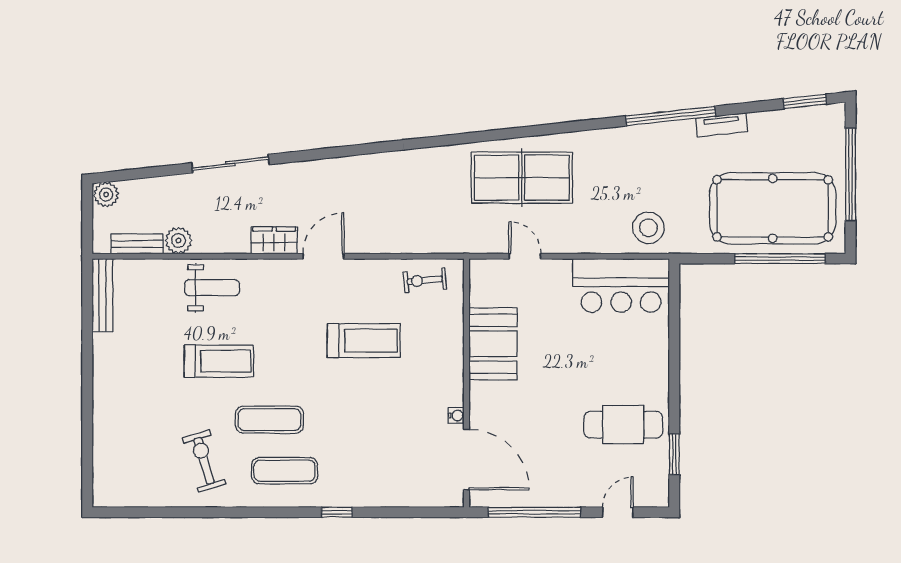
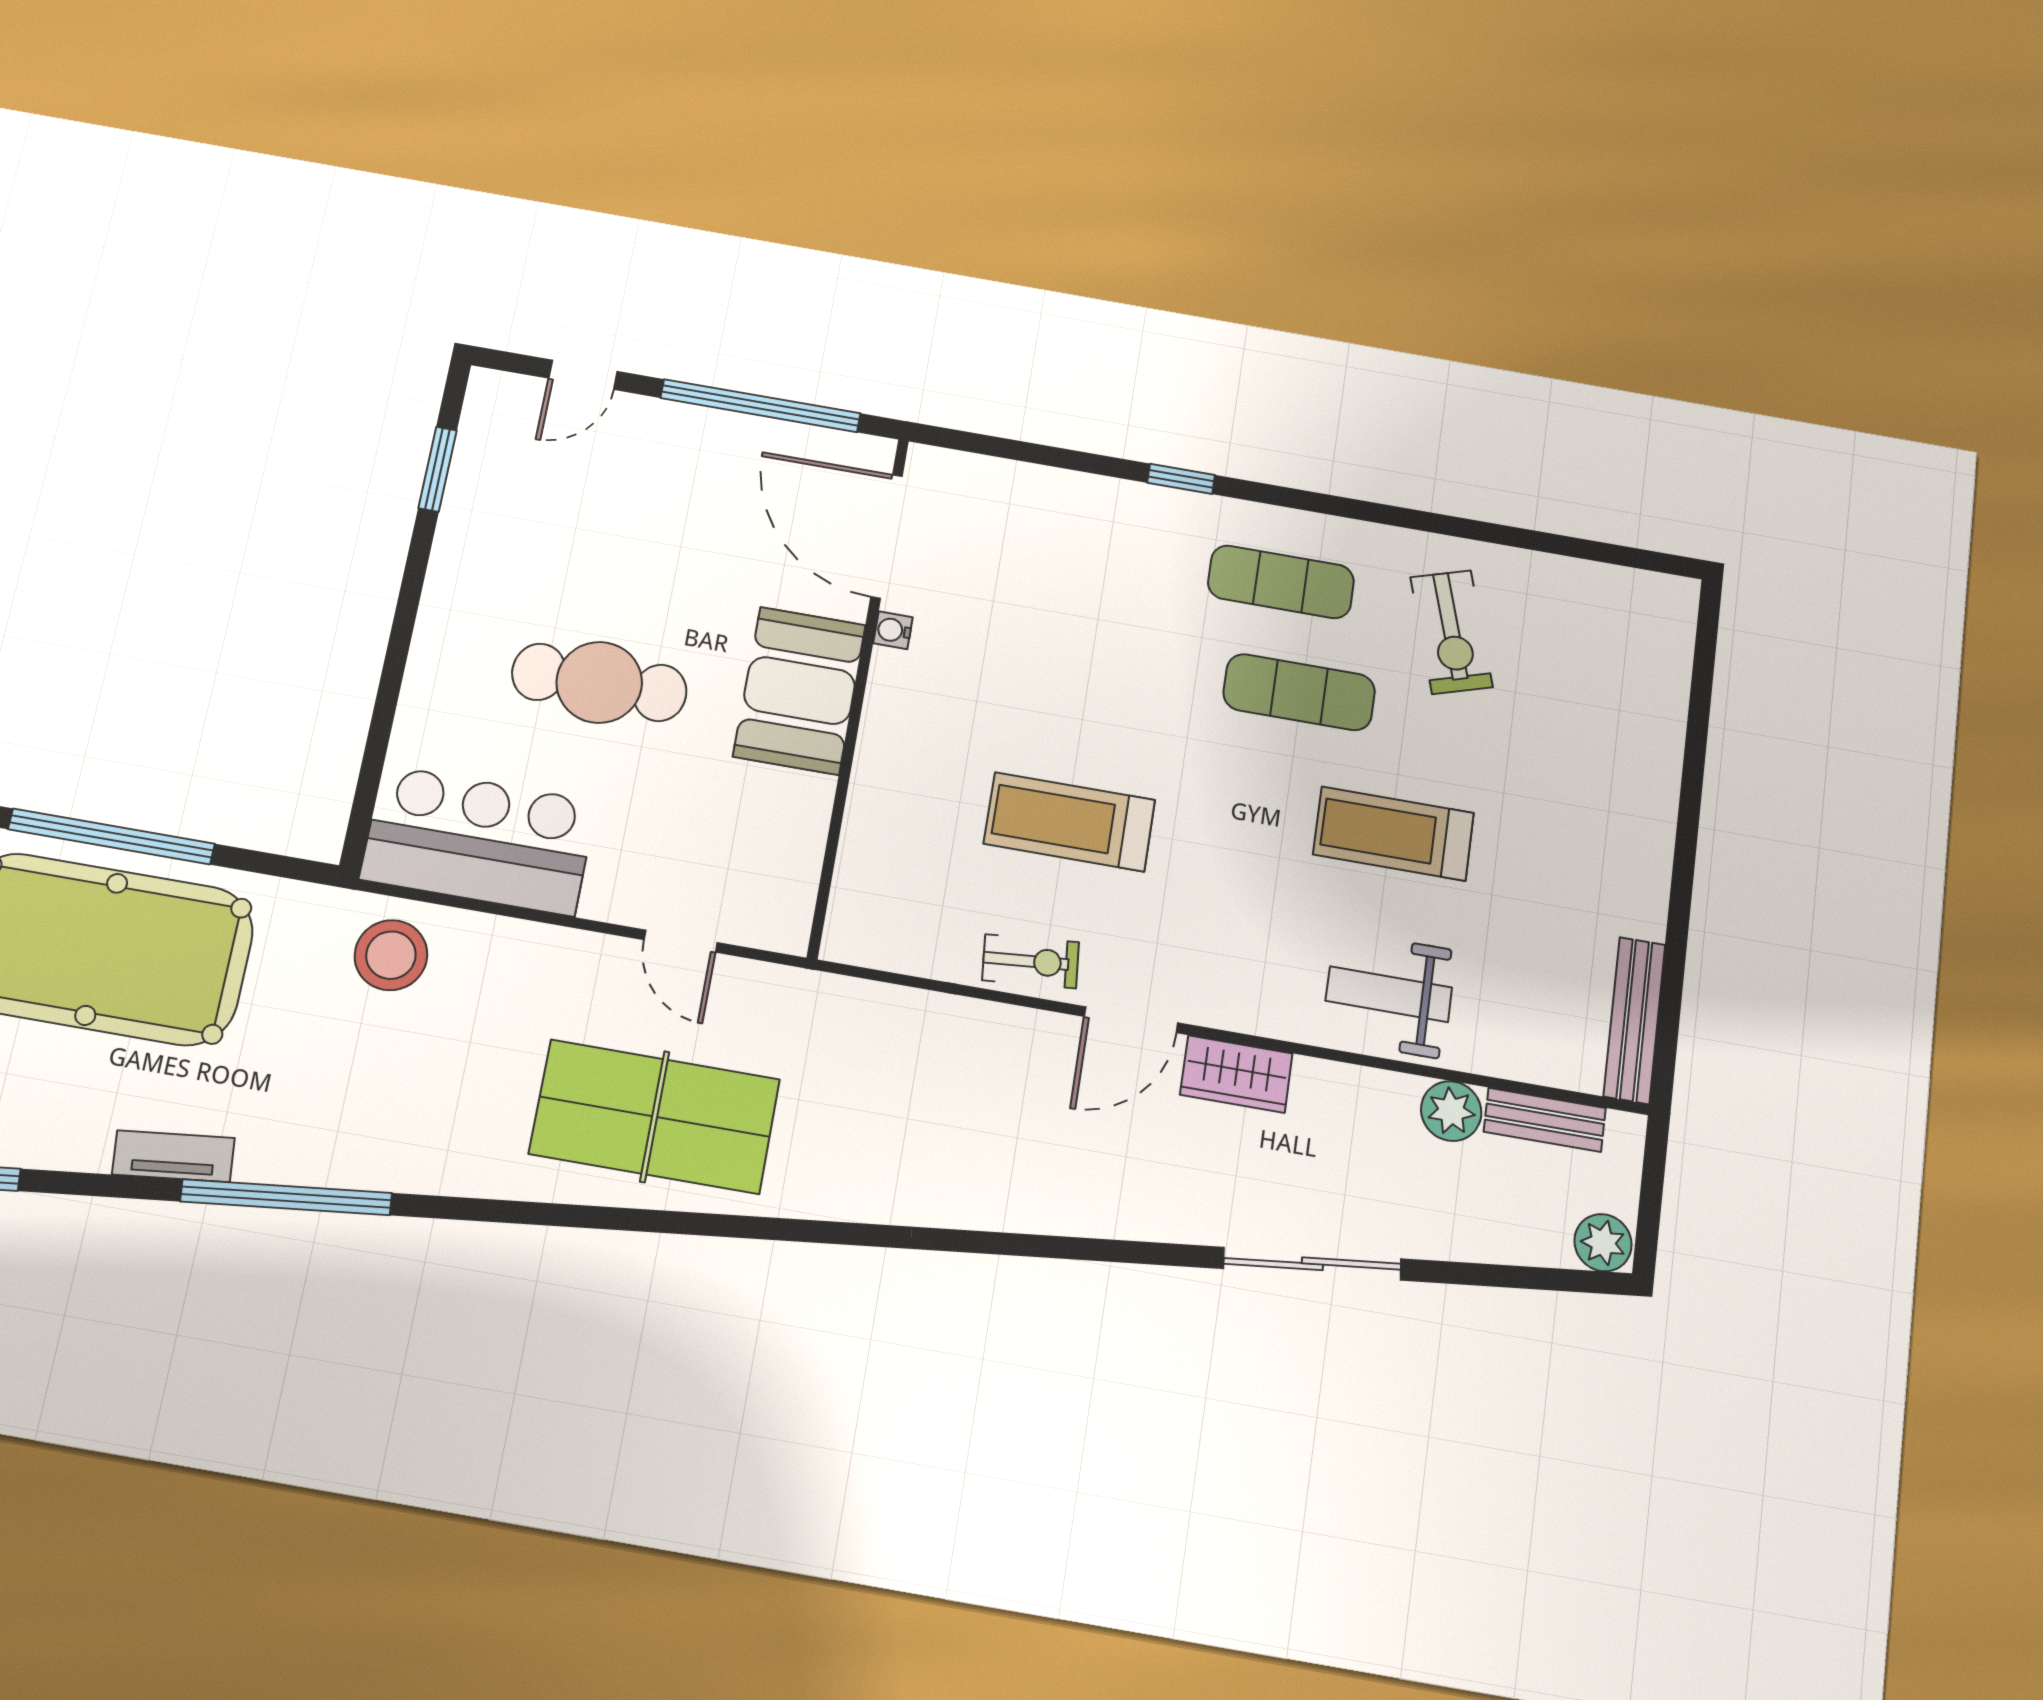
exercise bike: (425, 280) -> (1031, 961), moved
booth: (493, 344) -> (799, 691), moved
cafe table: (623, 425) -> (599, 682), moved

